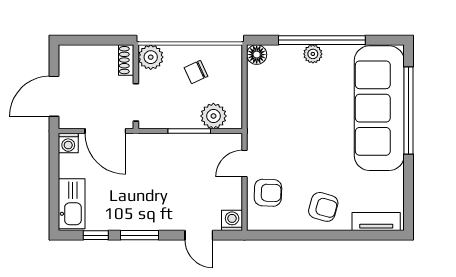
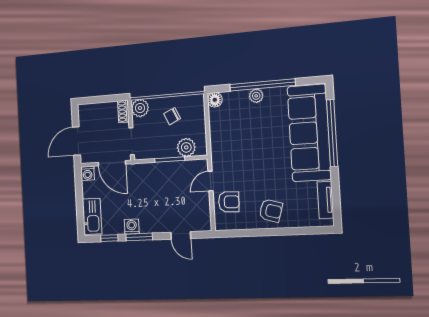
washing machine: (232, 220) -> (132, 227), moved
tv unit: (376, 222) -> (325, 200), moved, turned -90

